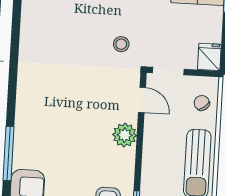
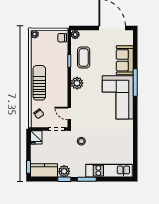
corner sofa: (45, 126) -> (118, 97), added
plant: (125, 135) -> (77, 83), moved

